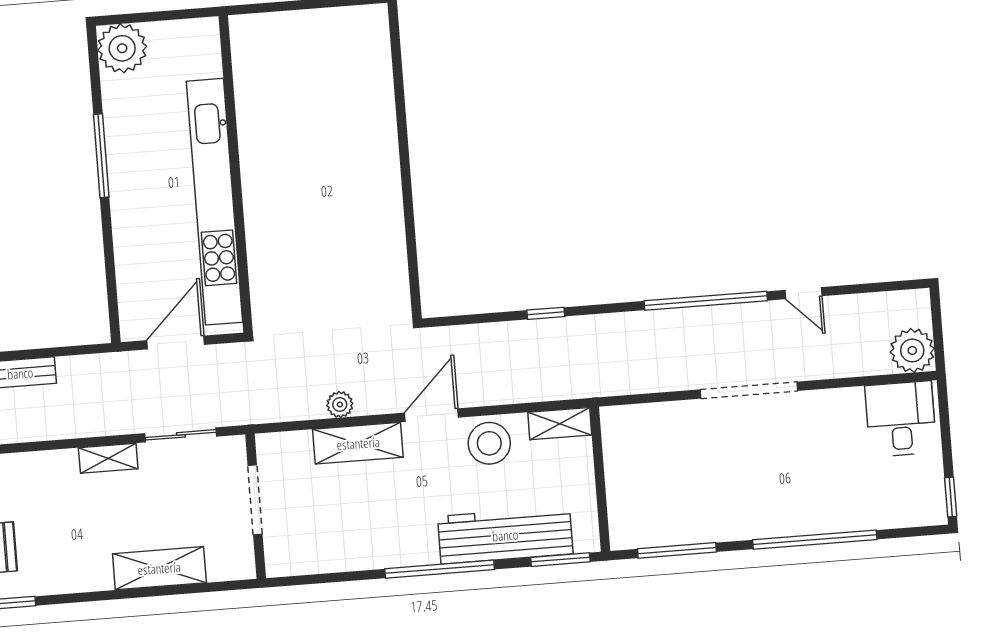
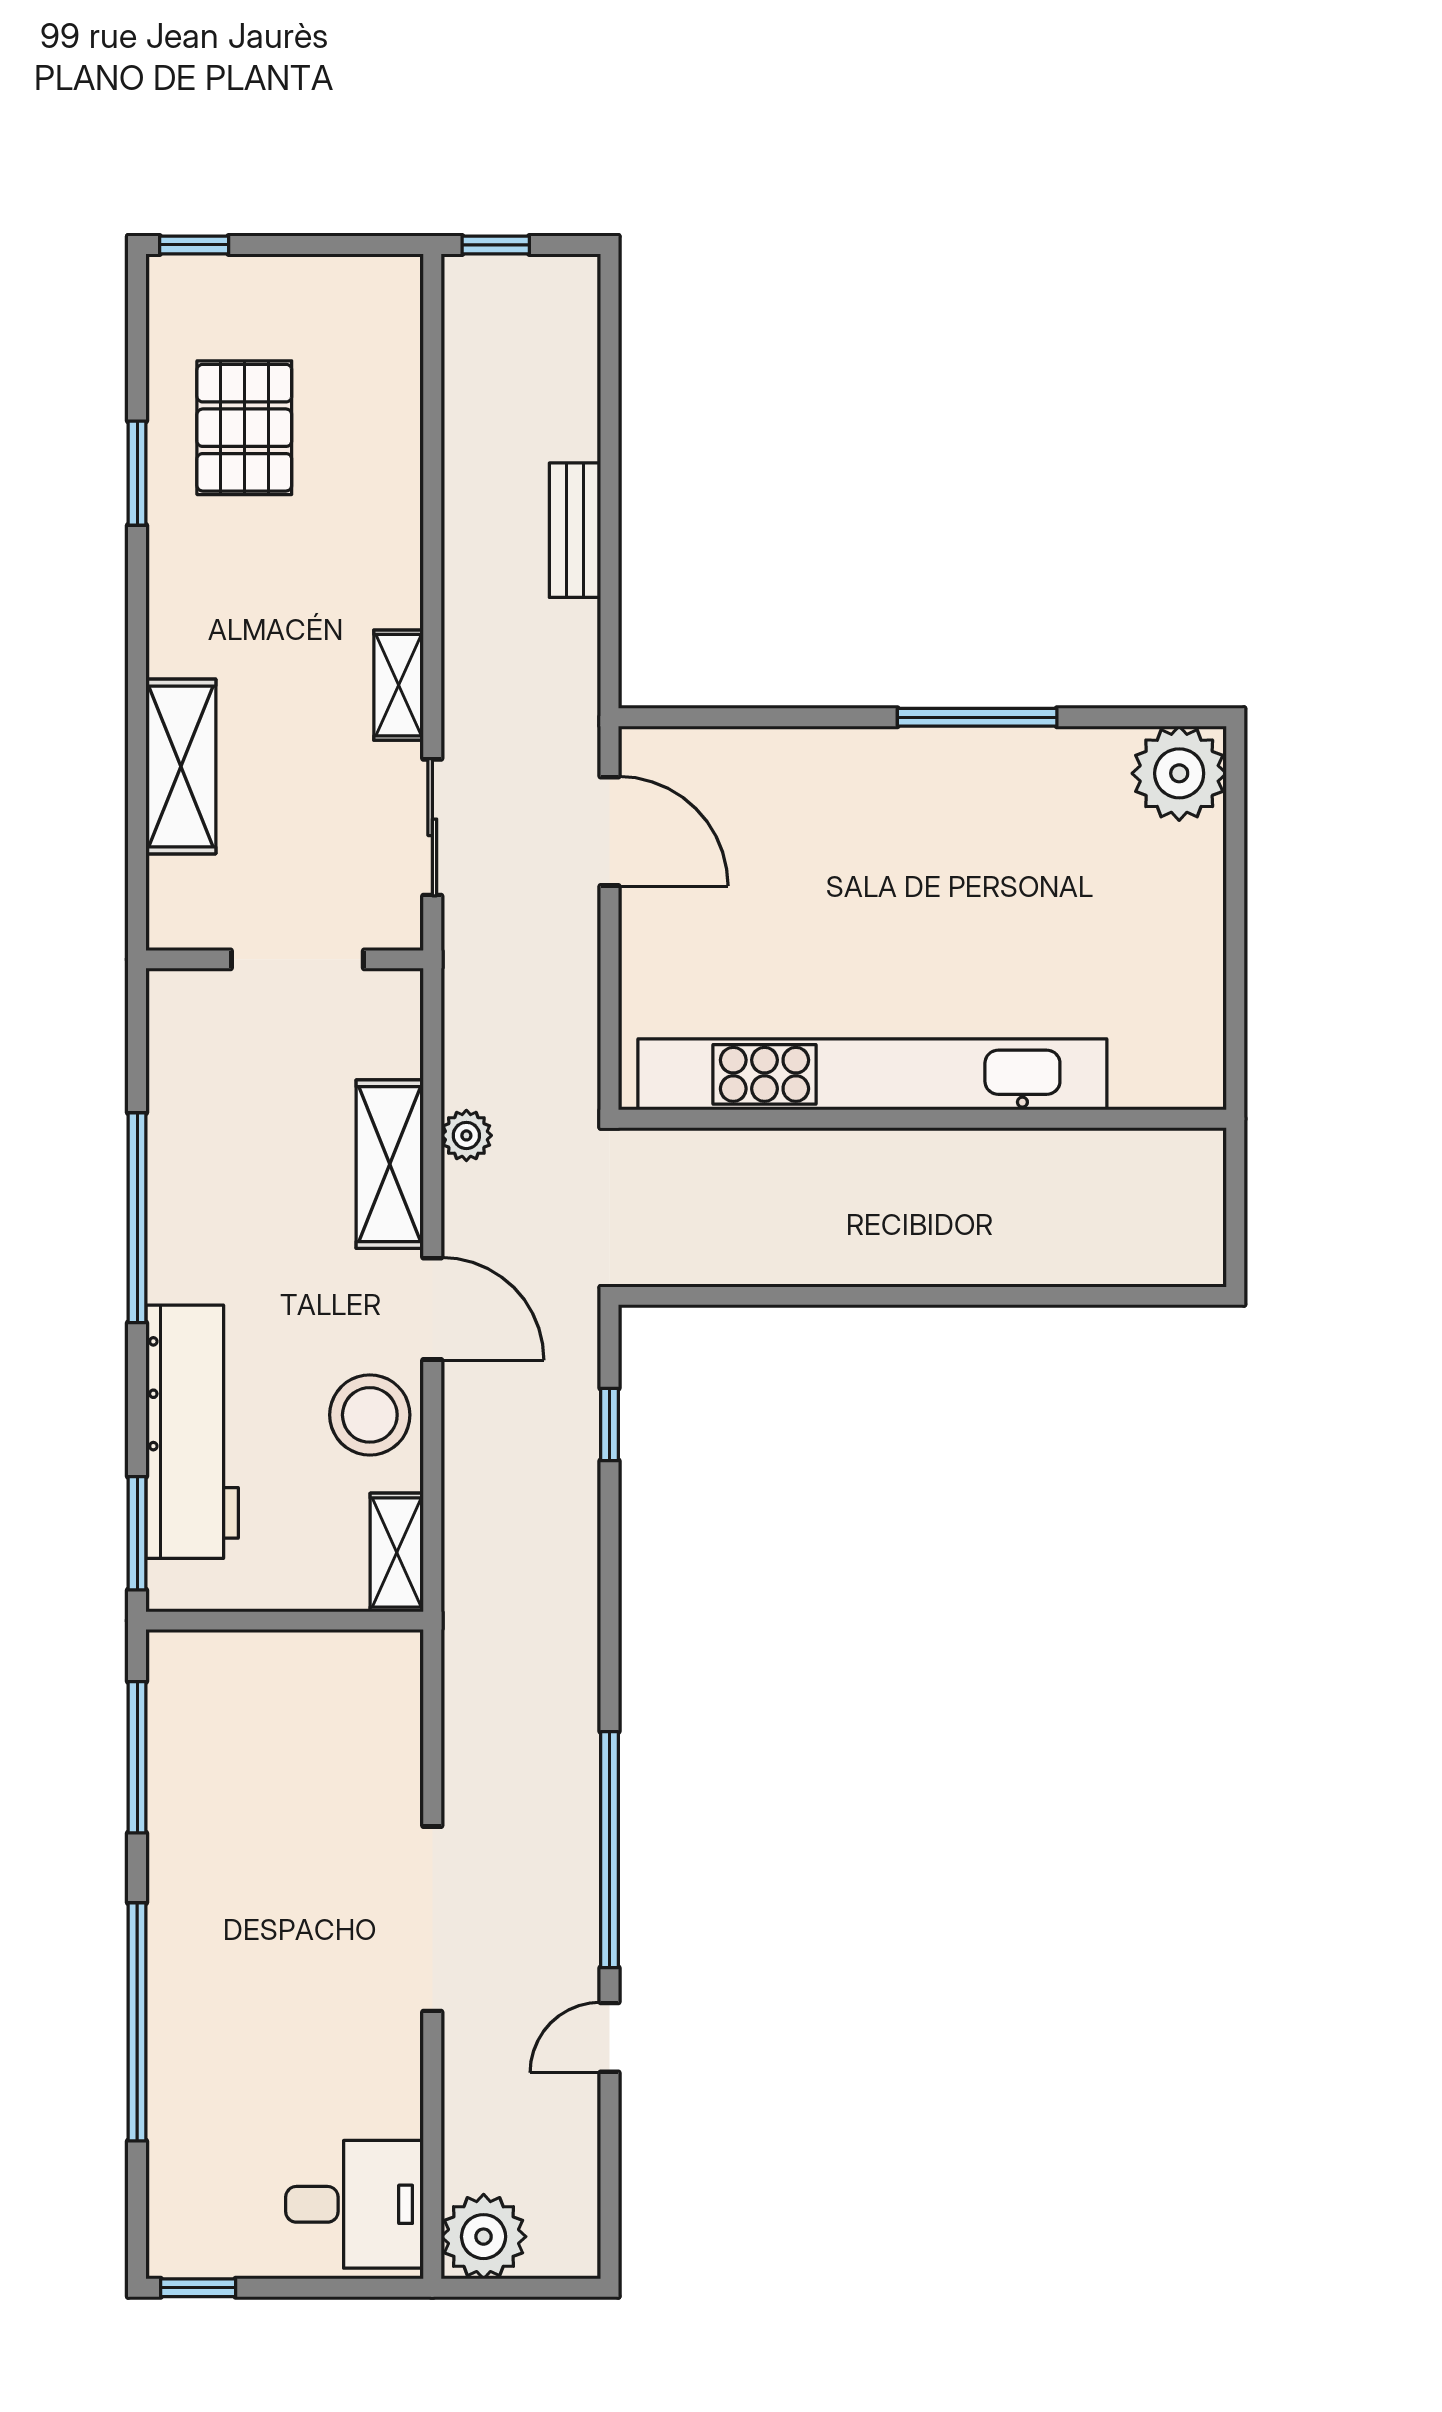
wall: (236, 174) -> (922, 1119), moved
kitchen unit: (215, 202) -> (872, 1074), moved
window: (546, 313) -> (609, 1424), moved
window: (440, 569) -> (137, 1218), moved

